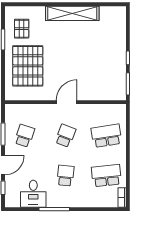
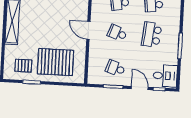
school desk: (65, 176) -> (152, 35), width x1.85
desk: (33, 194) -> (165, 76), moved

